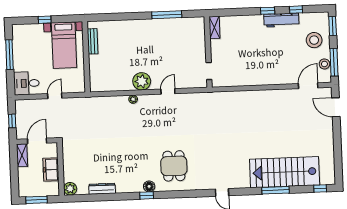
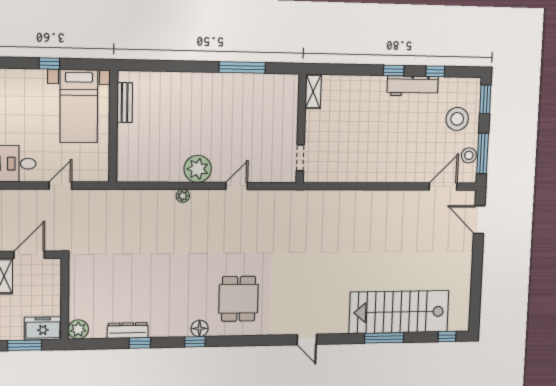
freezer: (51, 170) -> (43, 328), moved, turned 90
window: (110, 197) -> (140, 343), added

